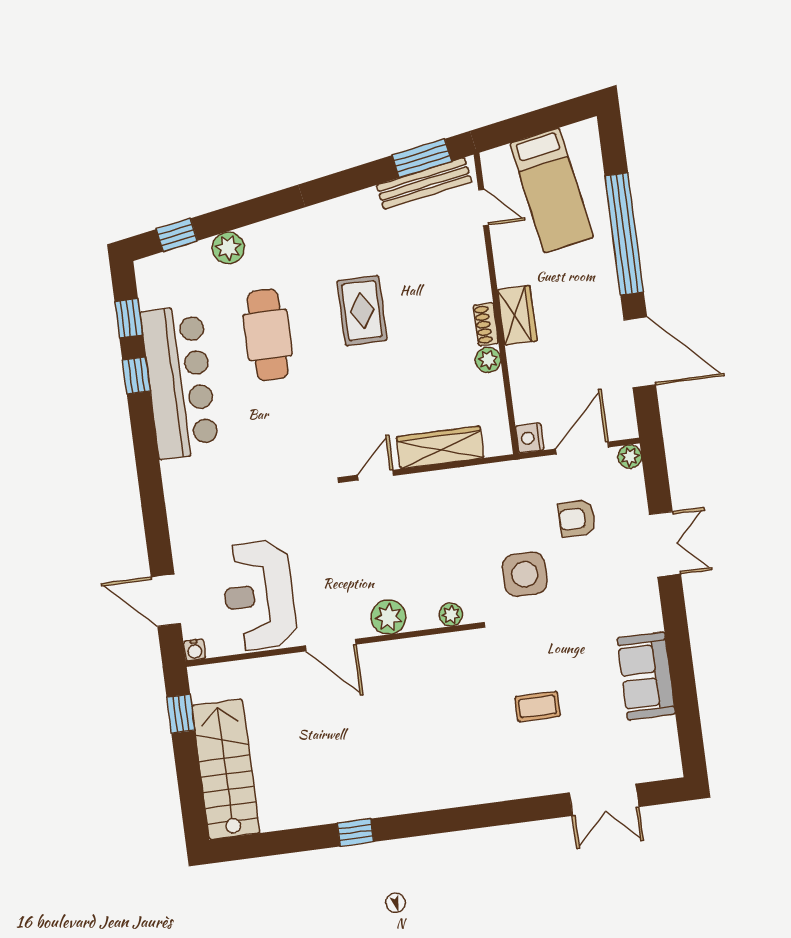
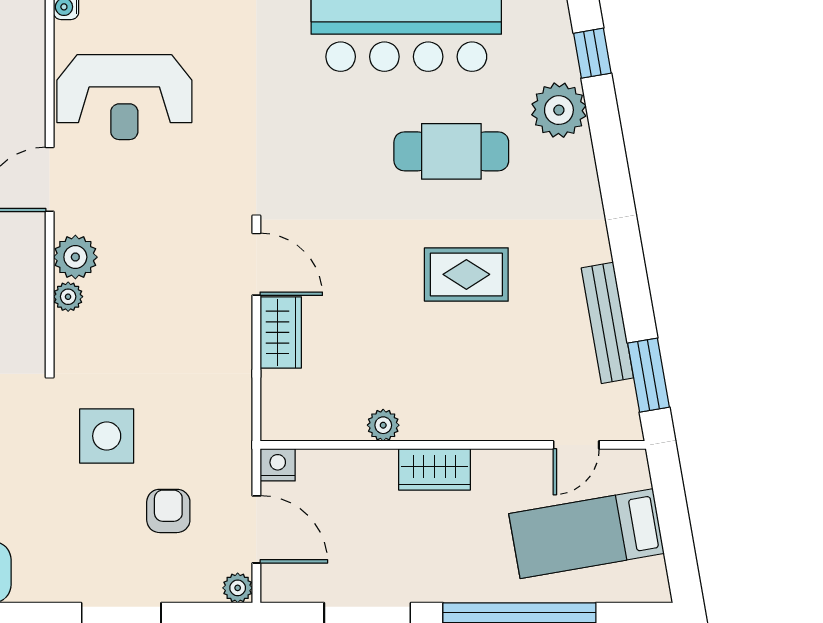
bench: (424, 183) -> (607, 323), moved
plant: (228, 248) -> (559, 110), width x1.36, depth x1.36
shoe rack: (486, 324) -> (428, 428), removed
wardrobe: (440, 447) -> (281, 332), width x0.67
door: (376, 475) -> (256, 264), width x1.37
reception desk: (259, 595) -> (124, 97), turned 180
plant: (451, 615) -> (68, 297), moved

